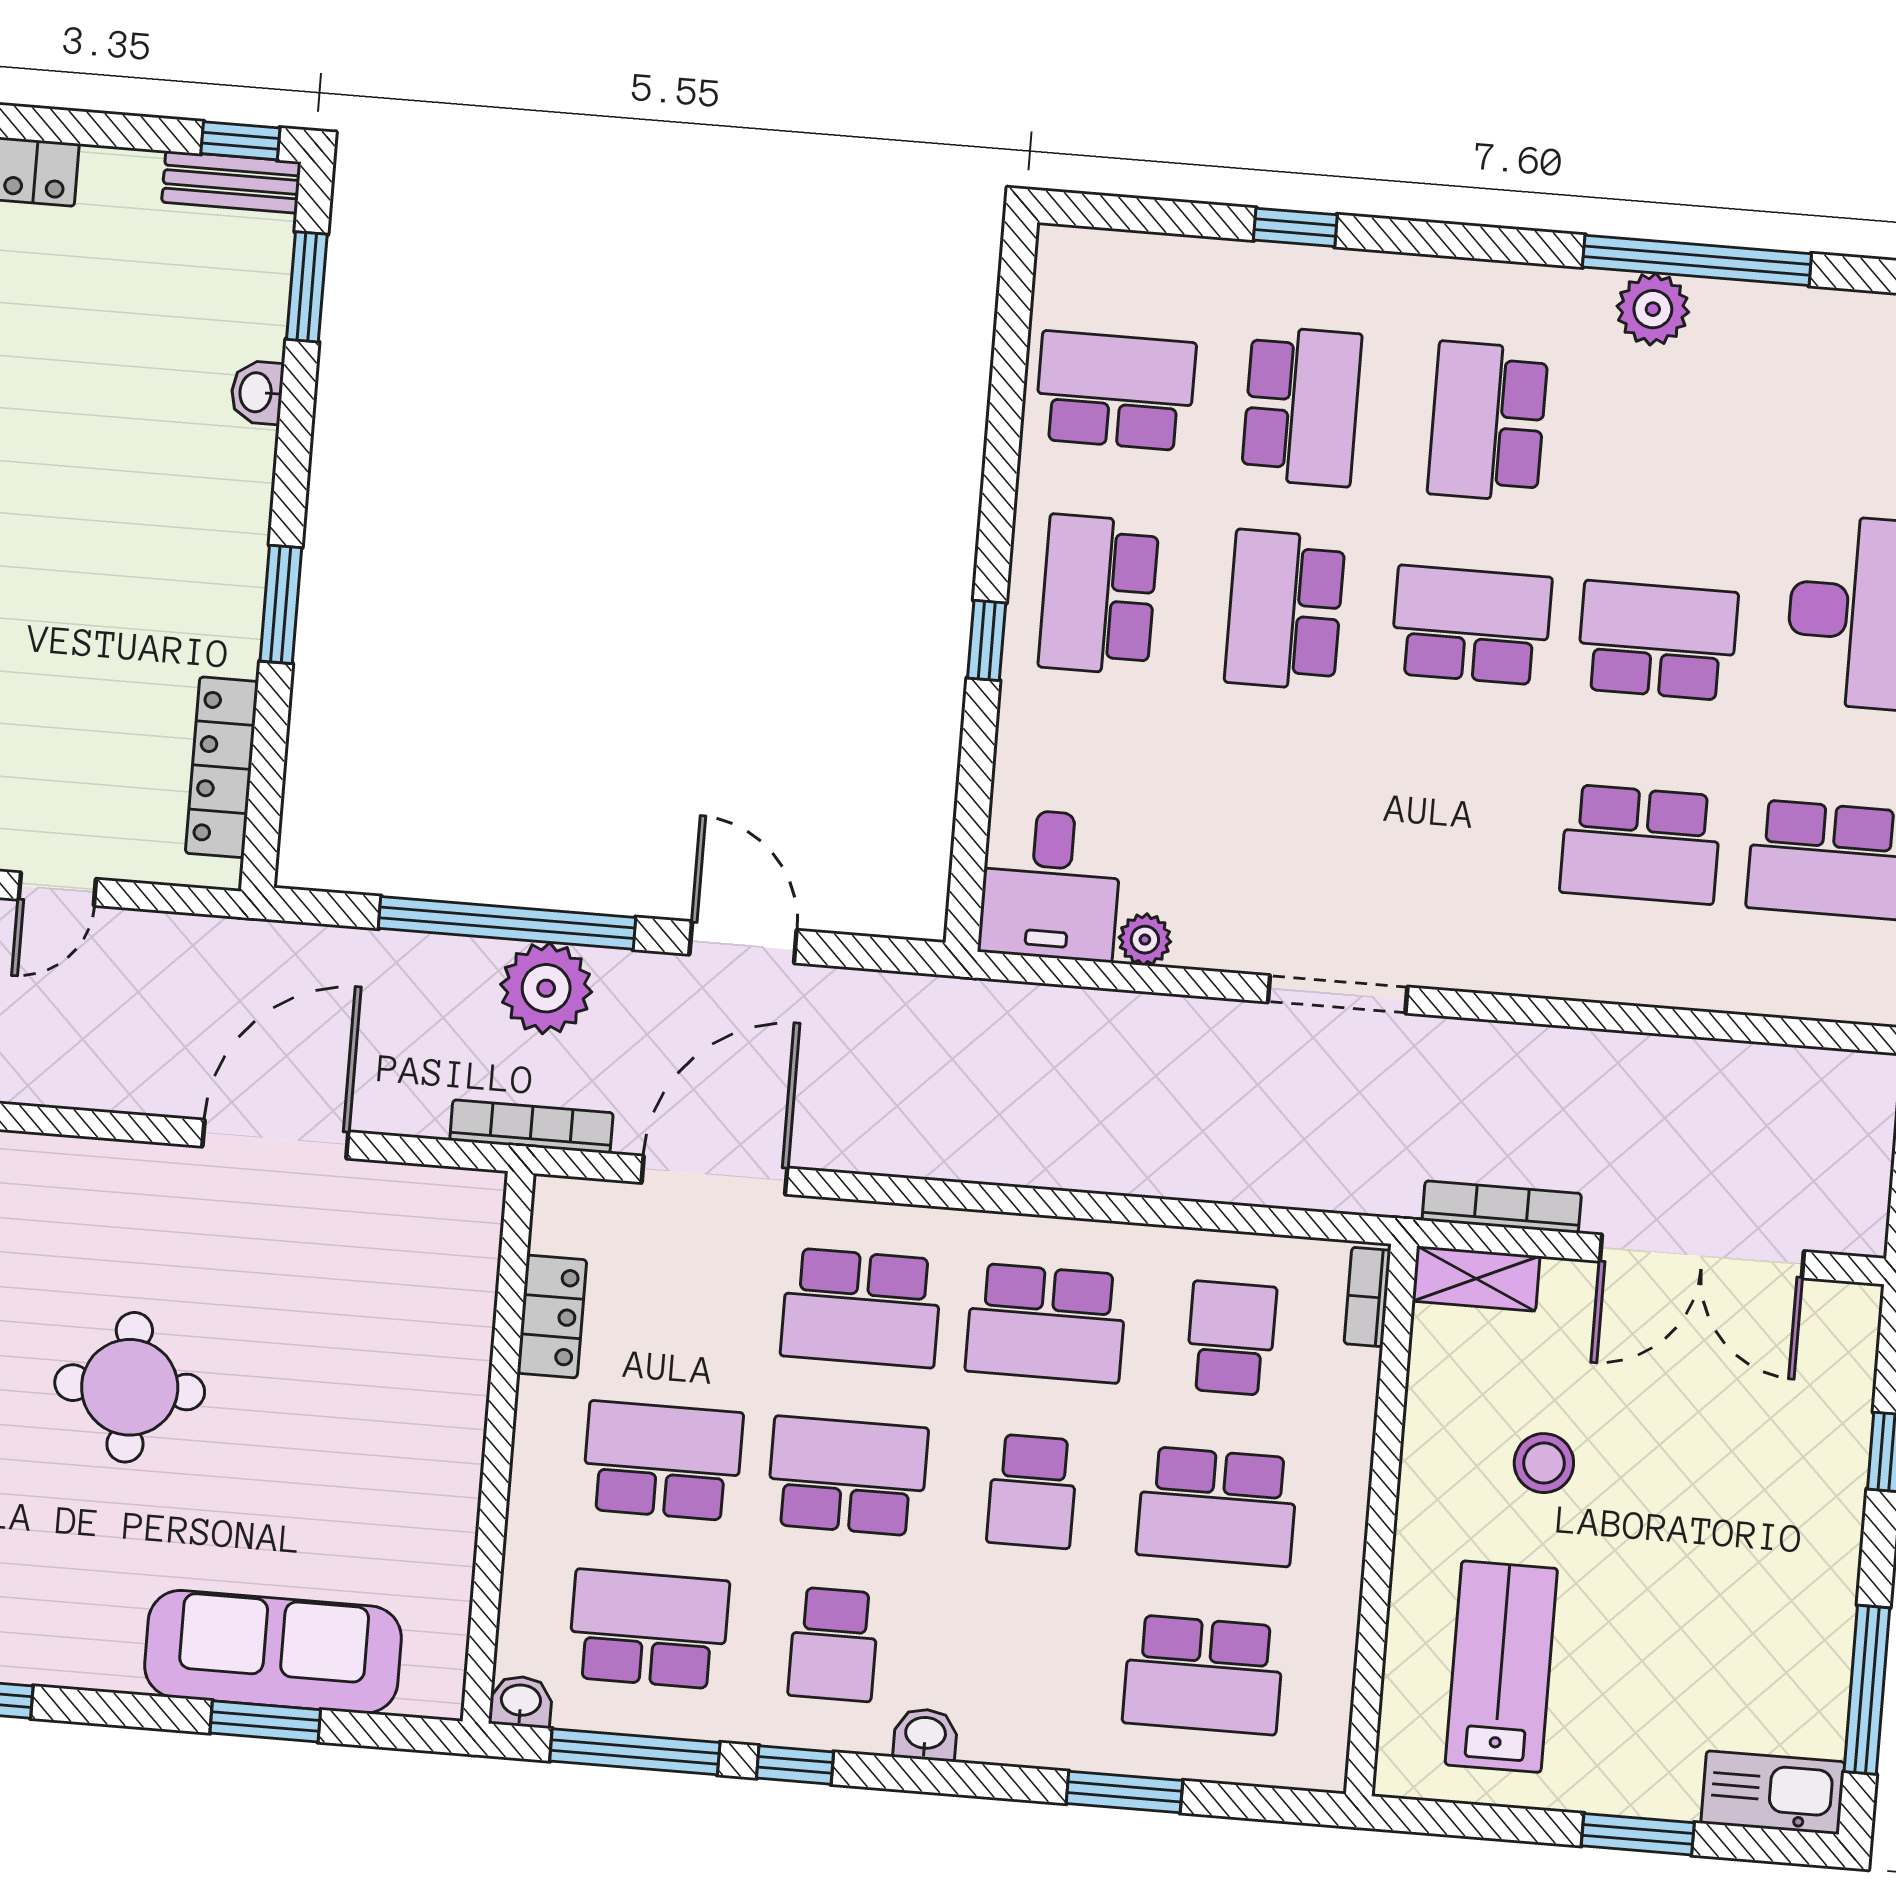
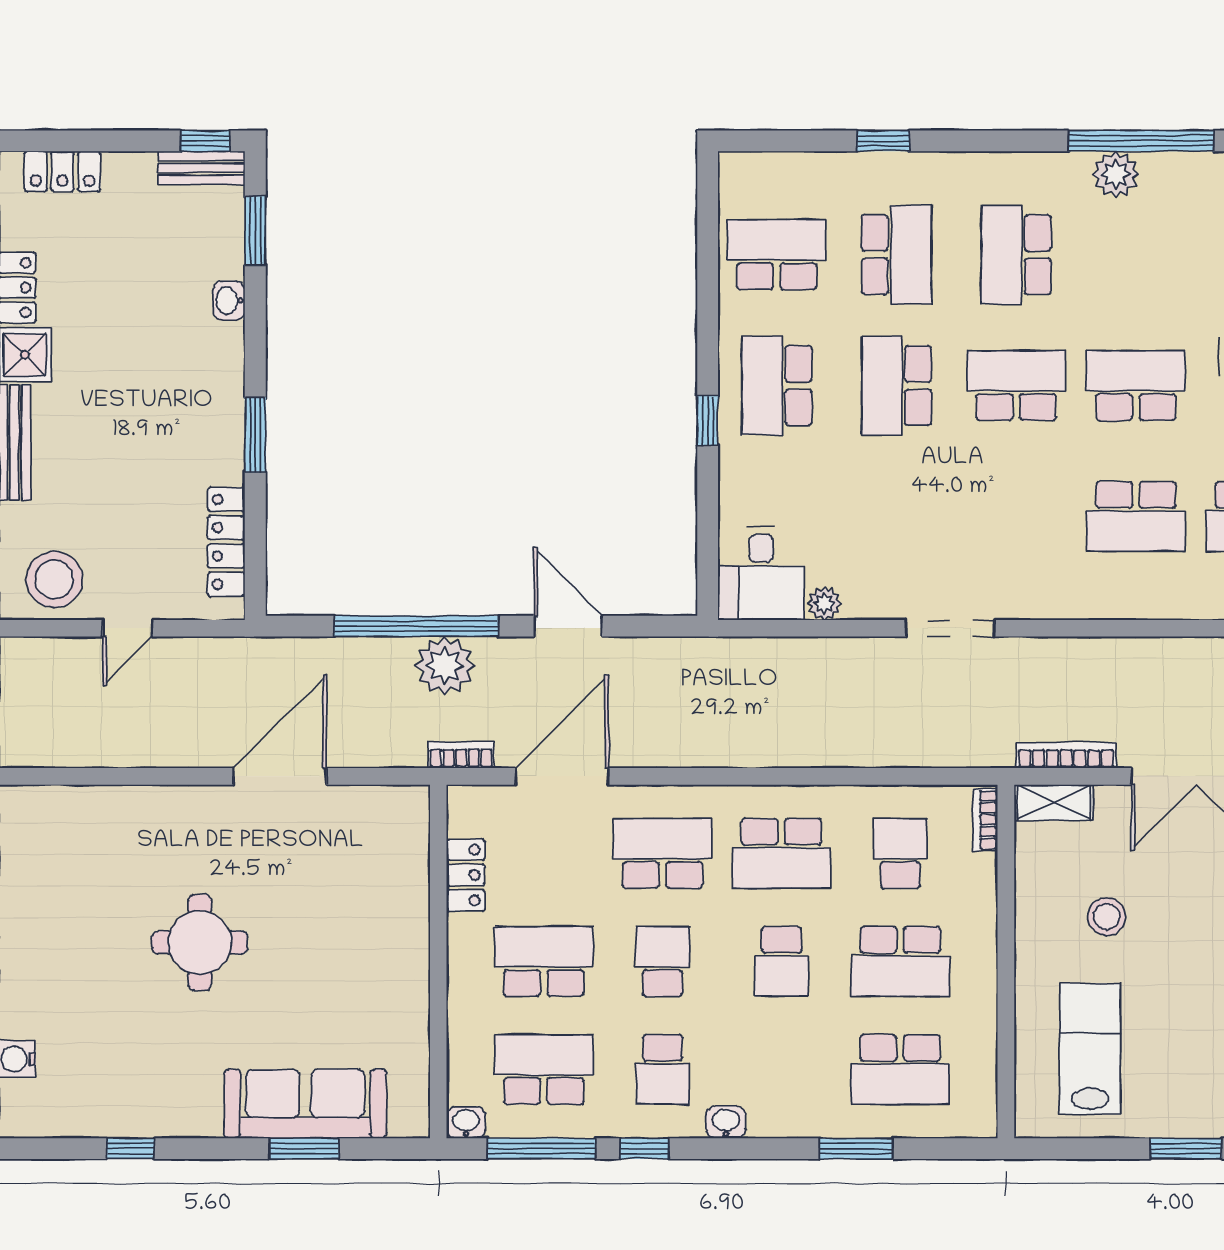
bookcase: (531, 1127) -> (461, 755), width x0.64
school desk: (861, 1308) -> (663, 853), turned 180
school desk: (847, 1476) -> (663, 961), width x0.54

